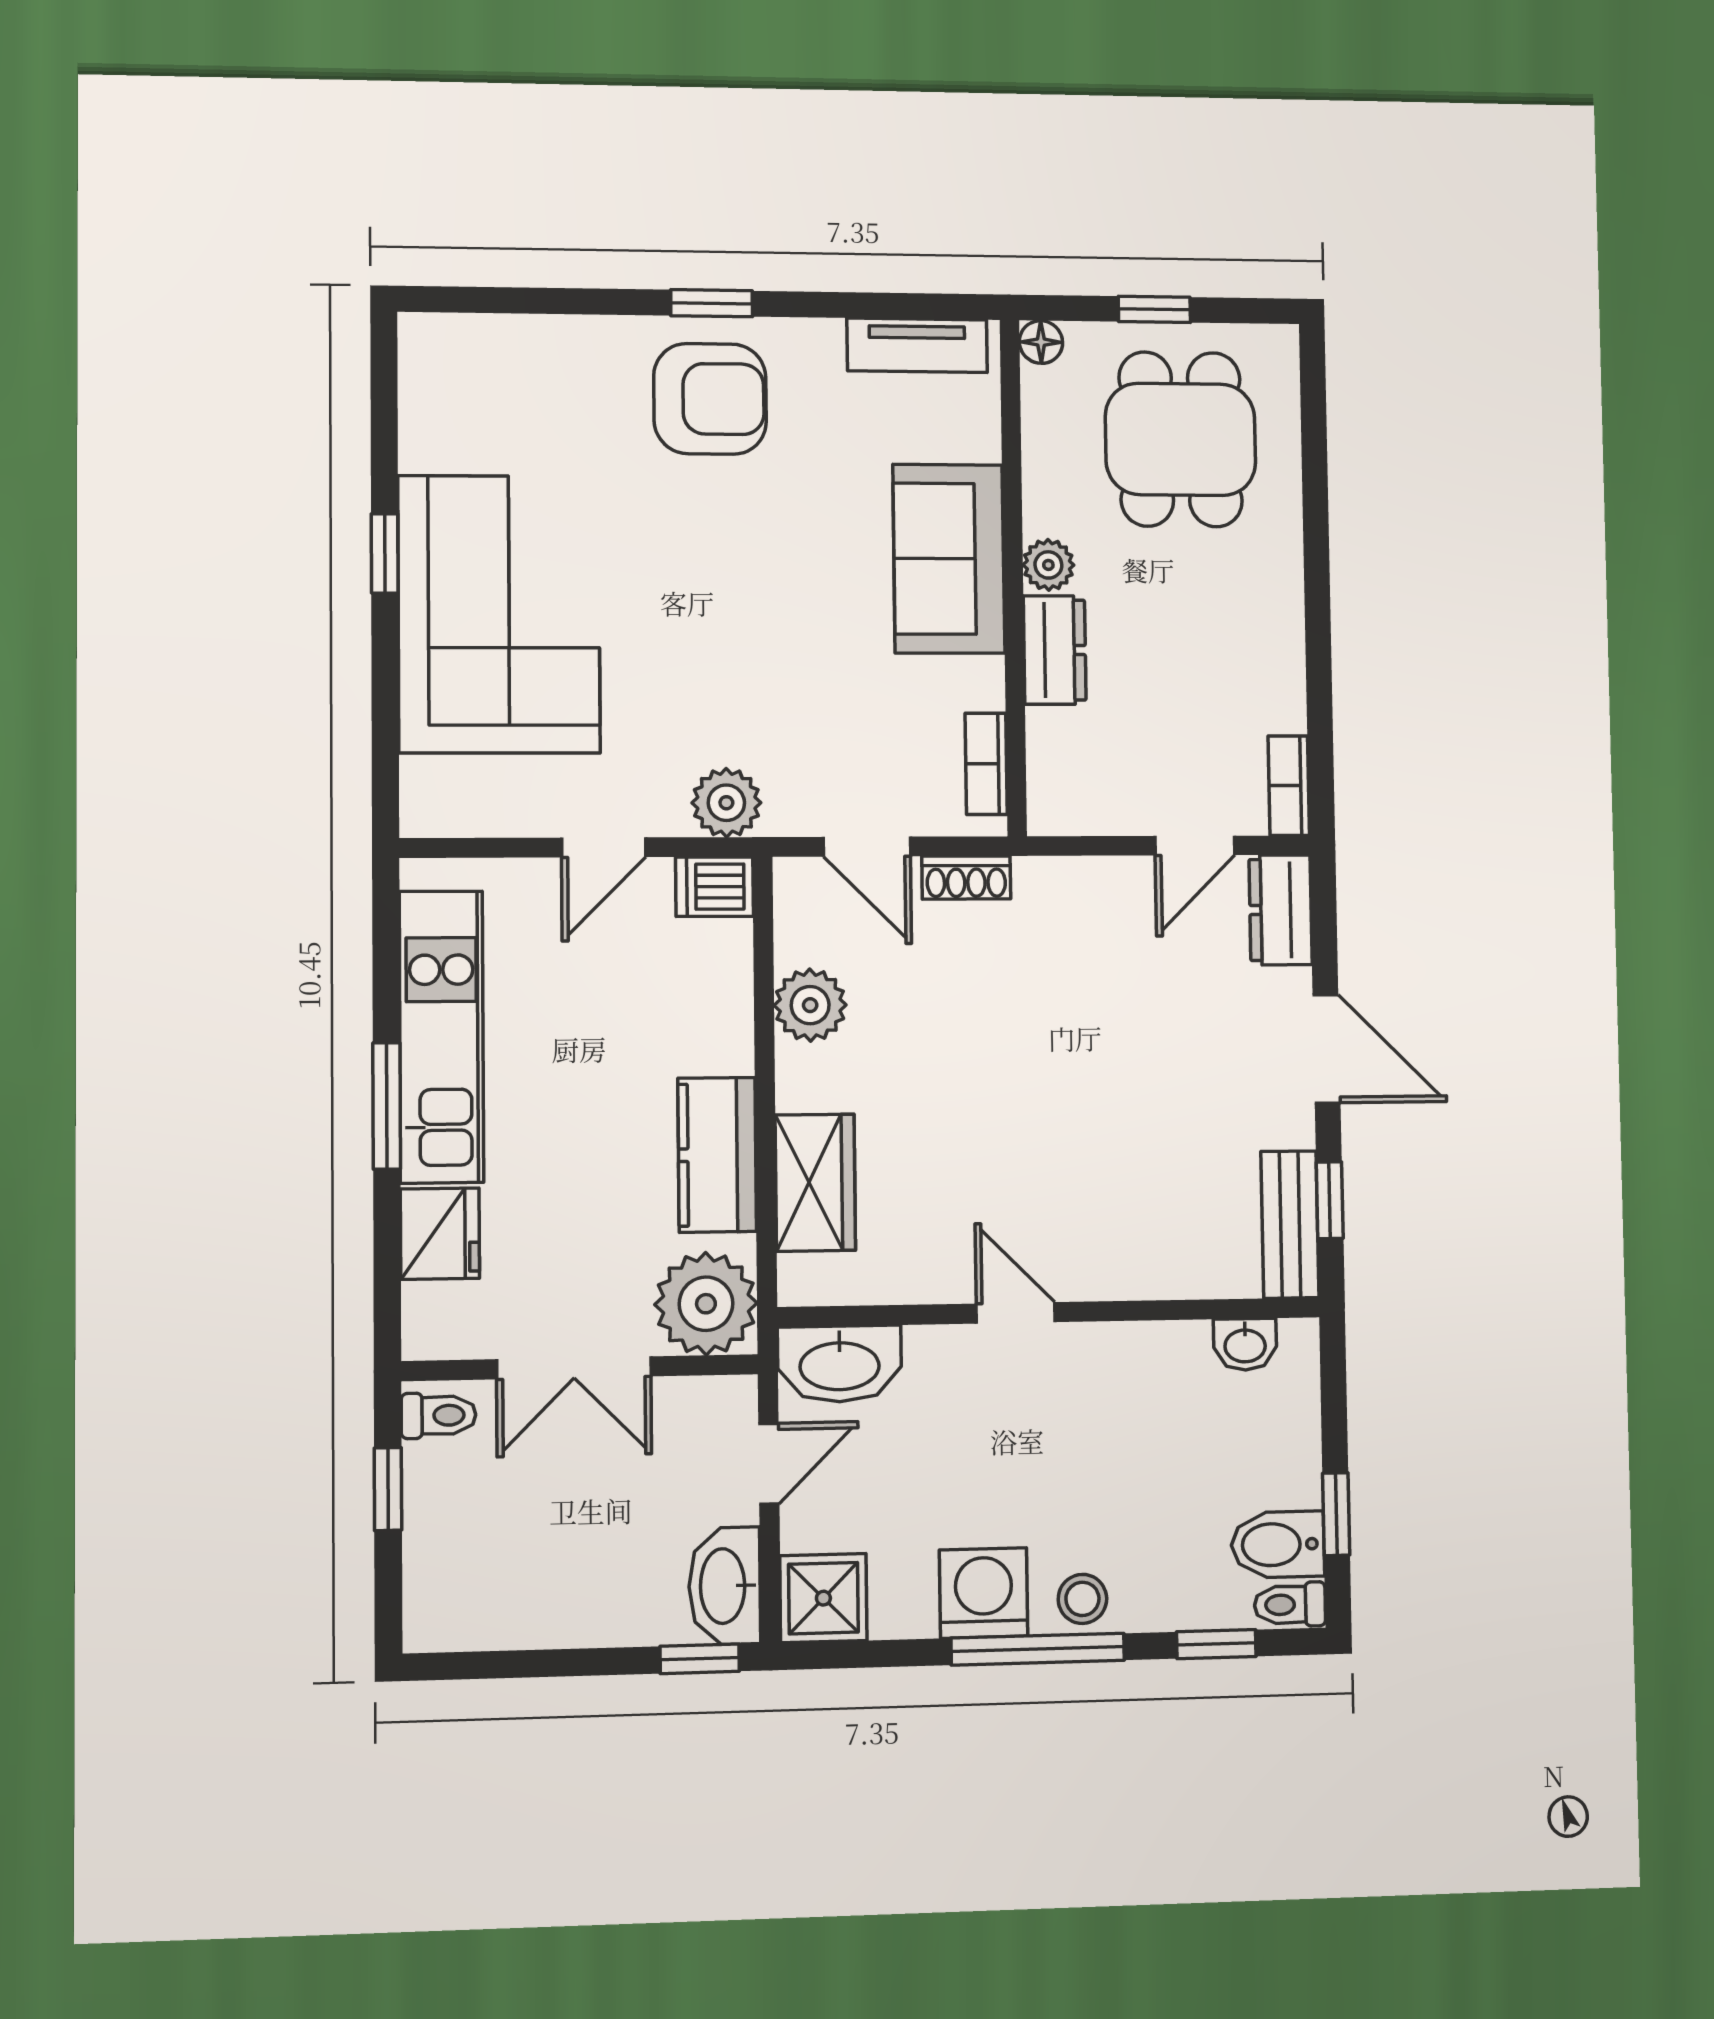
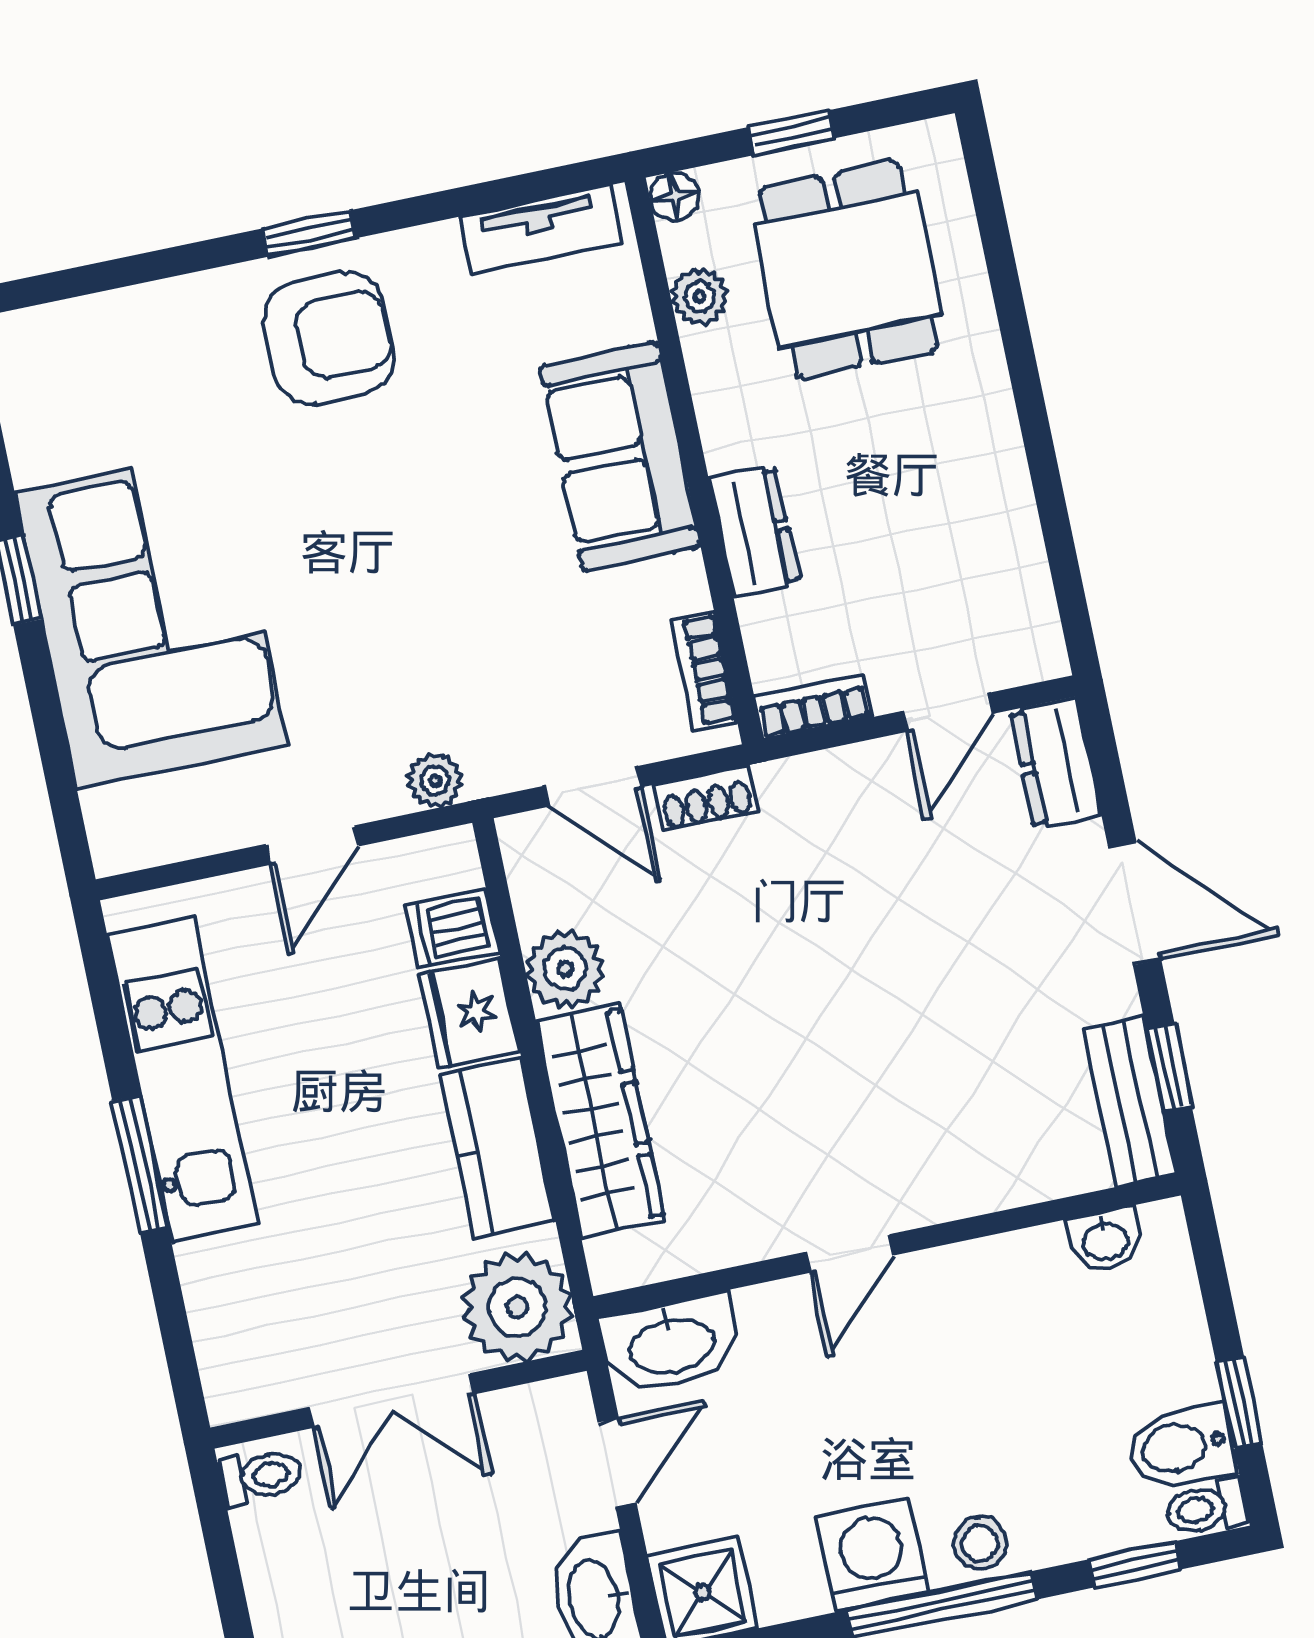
plant: (1048, 565) -> (700, 296), moved
bookcase: (1289, 786) -> (813, 707), moved, turned 90
plant: (726, 803) -> (435, 780), width x0.73, depth x0.73
dishwasher: (714, 887) -> (452, 928), moved
wardrobe: (815, 1183) -> (600, 1121), width x1.50
fridge: (440, 1234) -> (470, 1013), moved, turned 180
door: (1016, 1313) -> (850, 1254), swing flipped
window: (388, 1489) -> (224, 1563), removed

